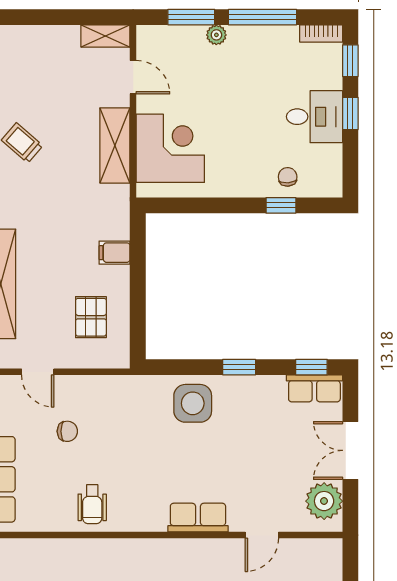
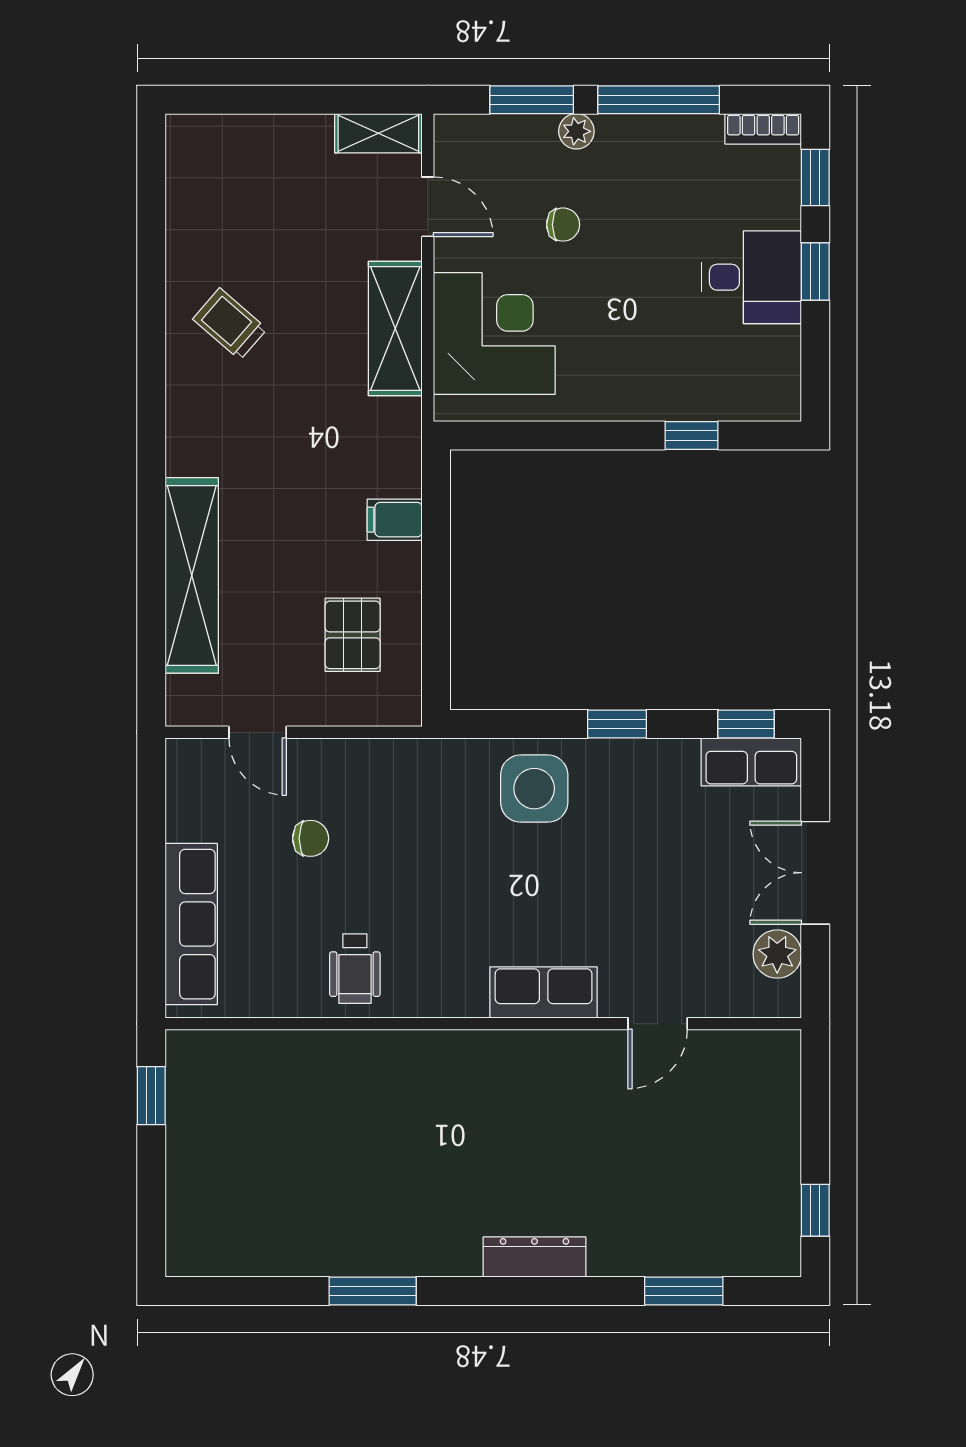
chair: (288, 177) -> (563, 225), moved, turned 94
plant: (324, 501) -> (777, 954), width x0.73, depth x0.73

